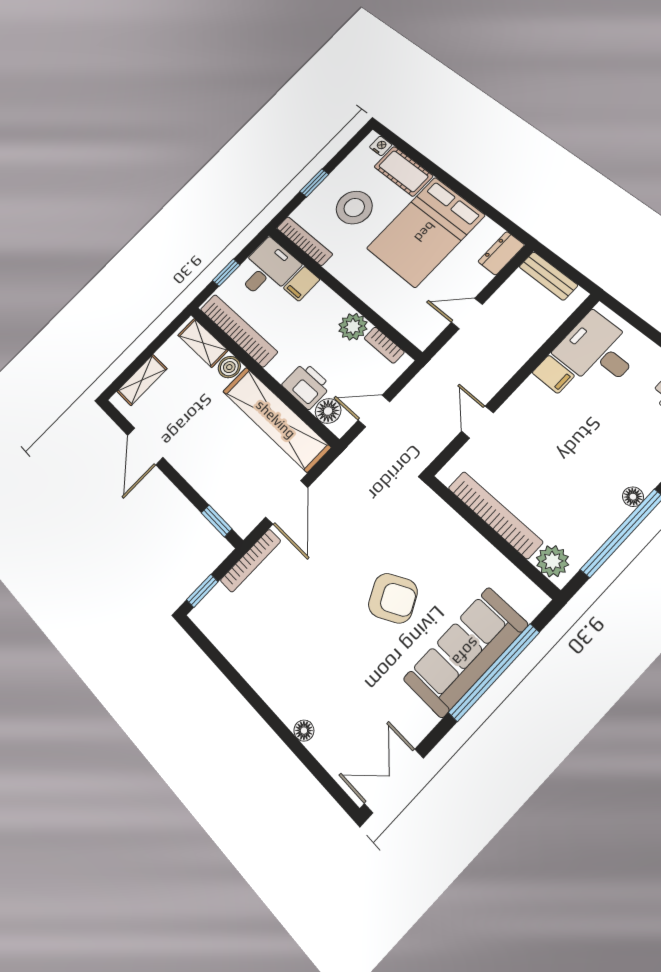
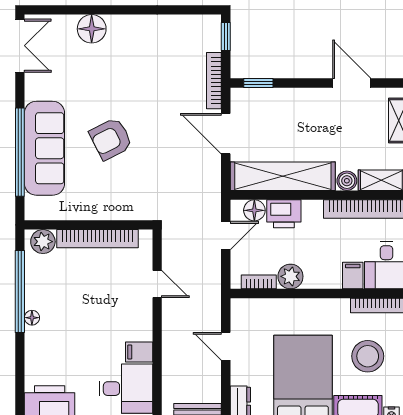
door: (467, 313) -> (226, 346), swing flipped
floor lamp: (304, 731) -> (92, 29), width x1.89, depth x1.89

